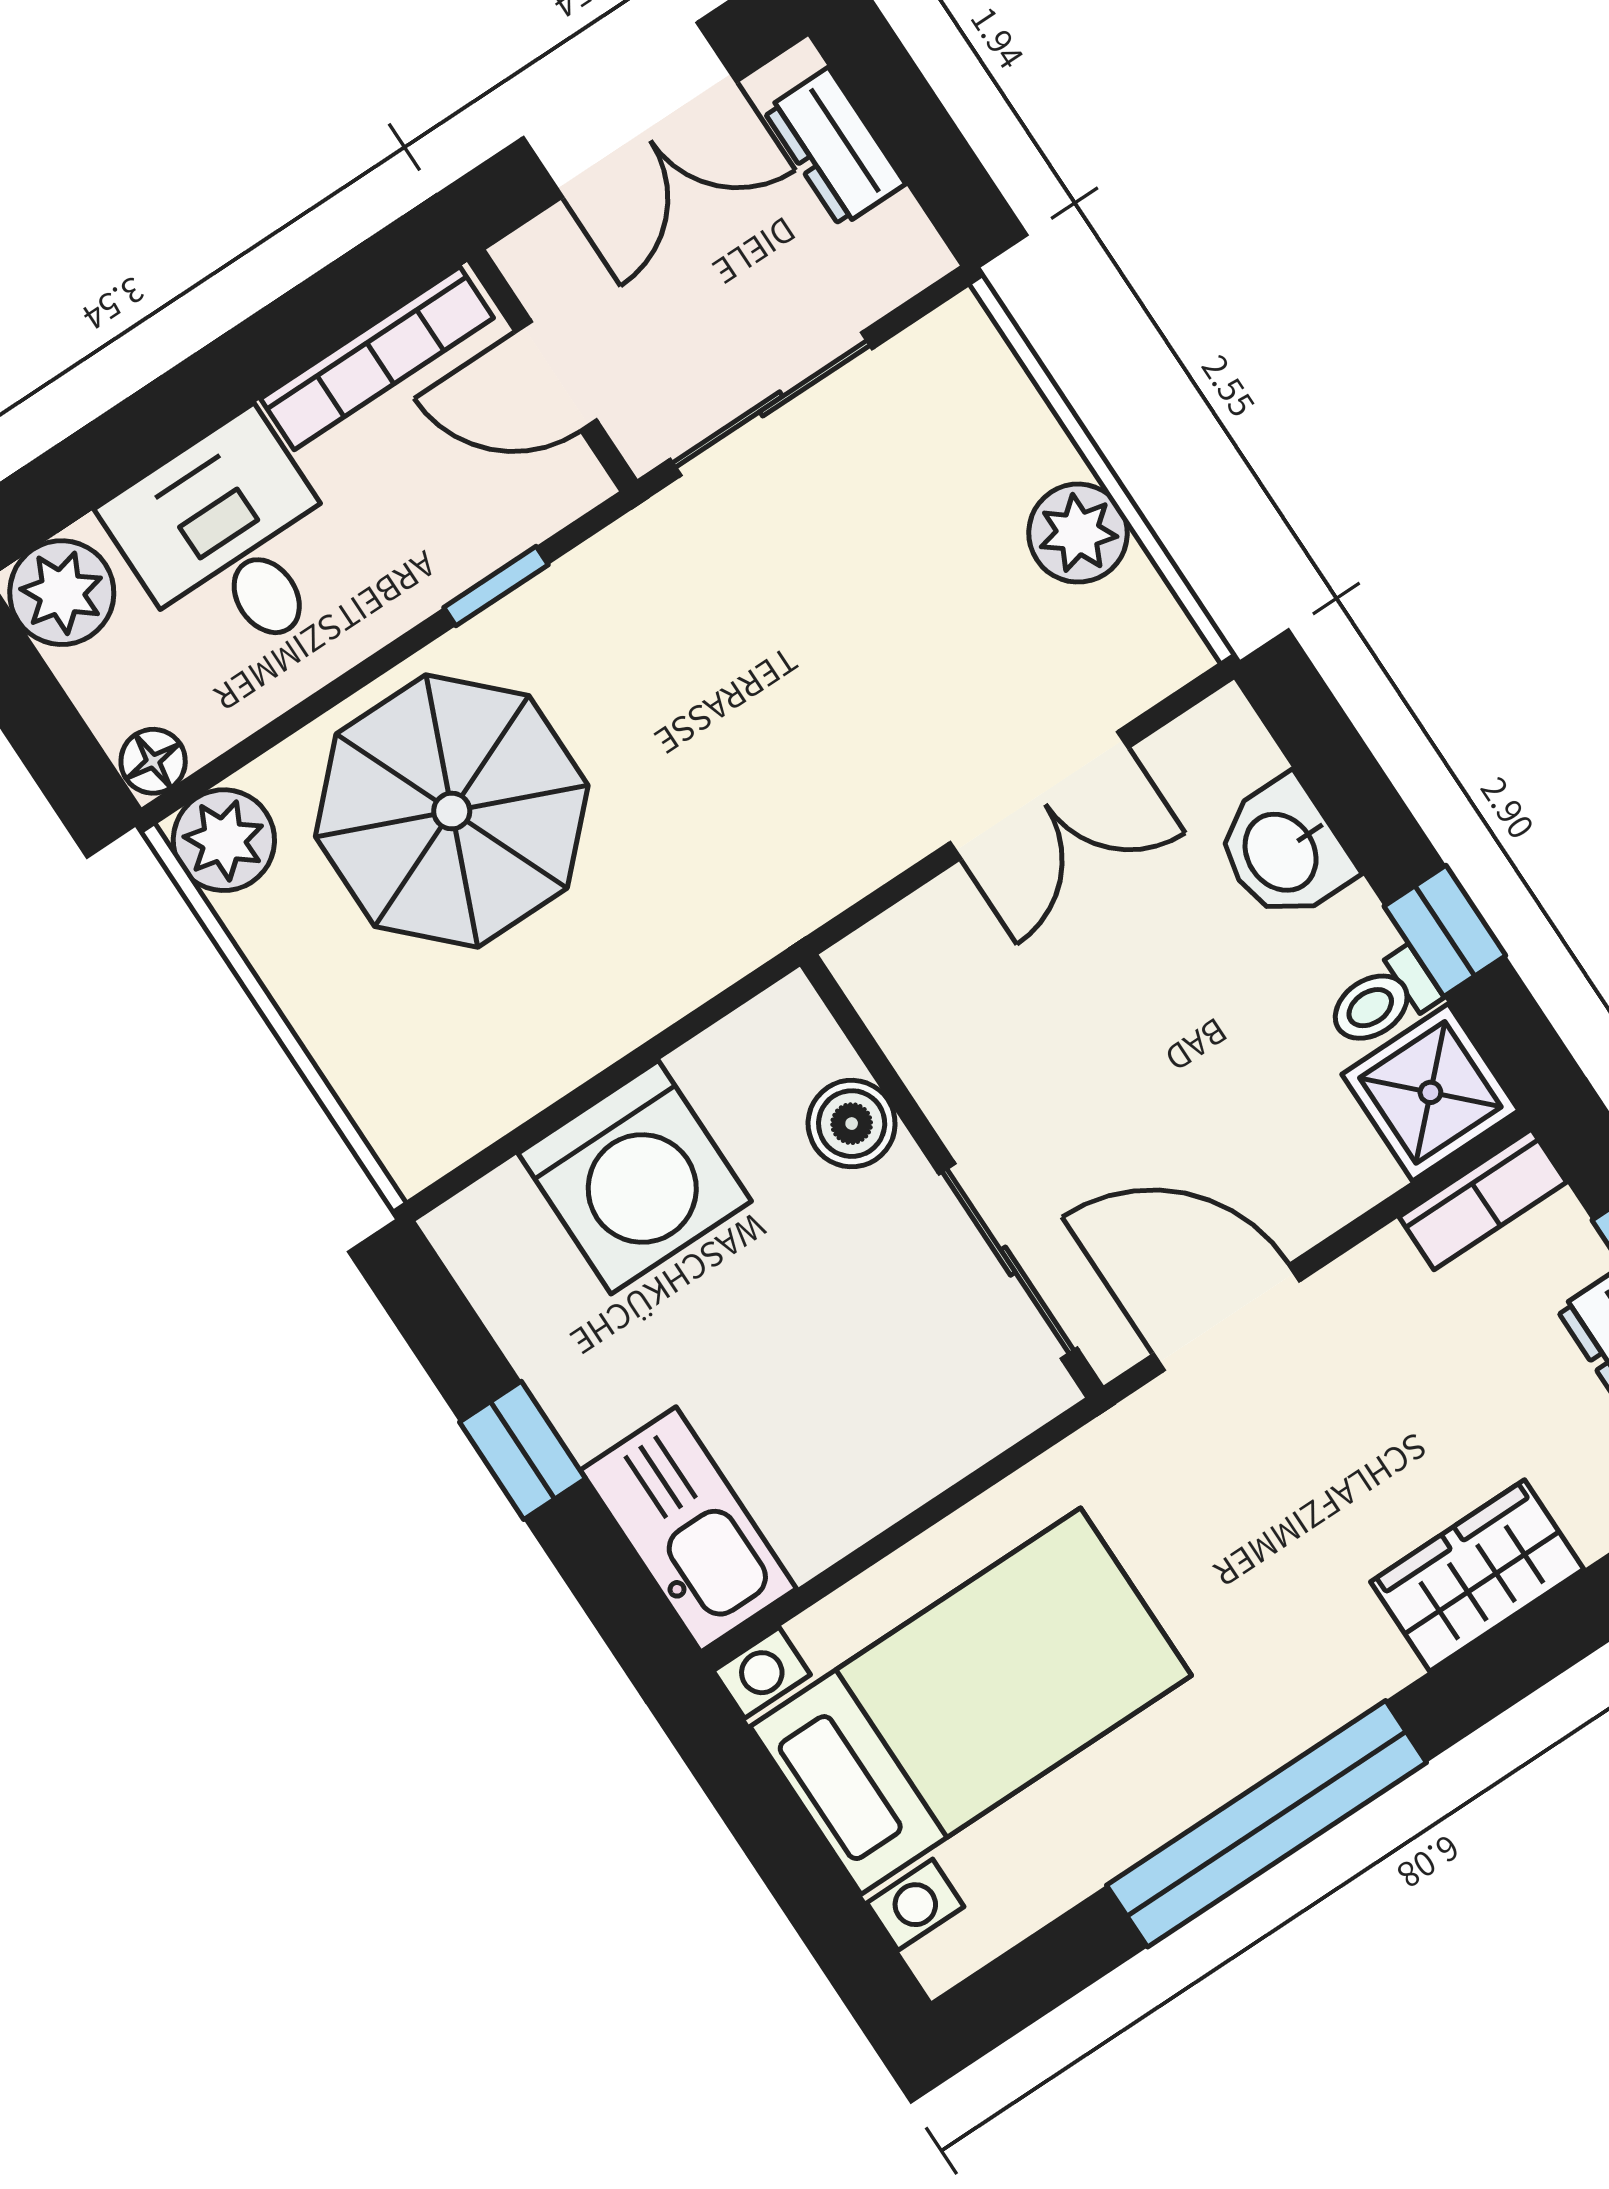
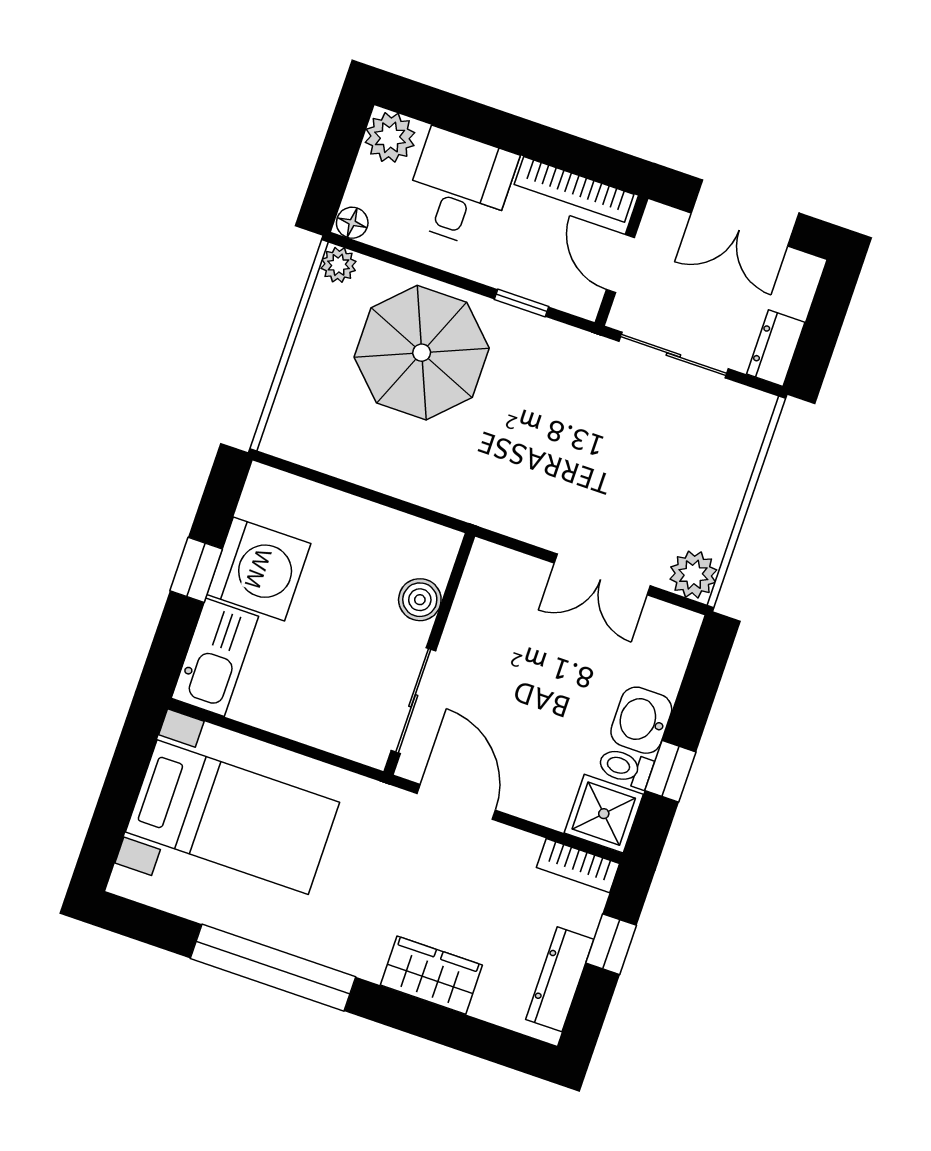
dresser: (834, 147) -> (776, 348), moved
plant: (1078, 533) -> (693, 575), moved
plant: (224, 840) -> (339, 265), width x0.73, depth x0.73
washbasin: (1283, 851) -> (641, 720), moved
washing machine: (635, 1177) -> (259, 569), moved, turned -90

